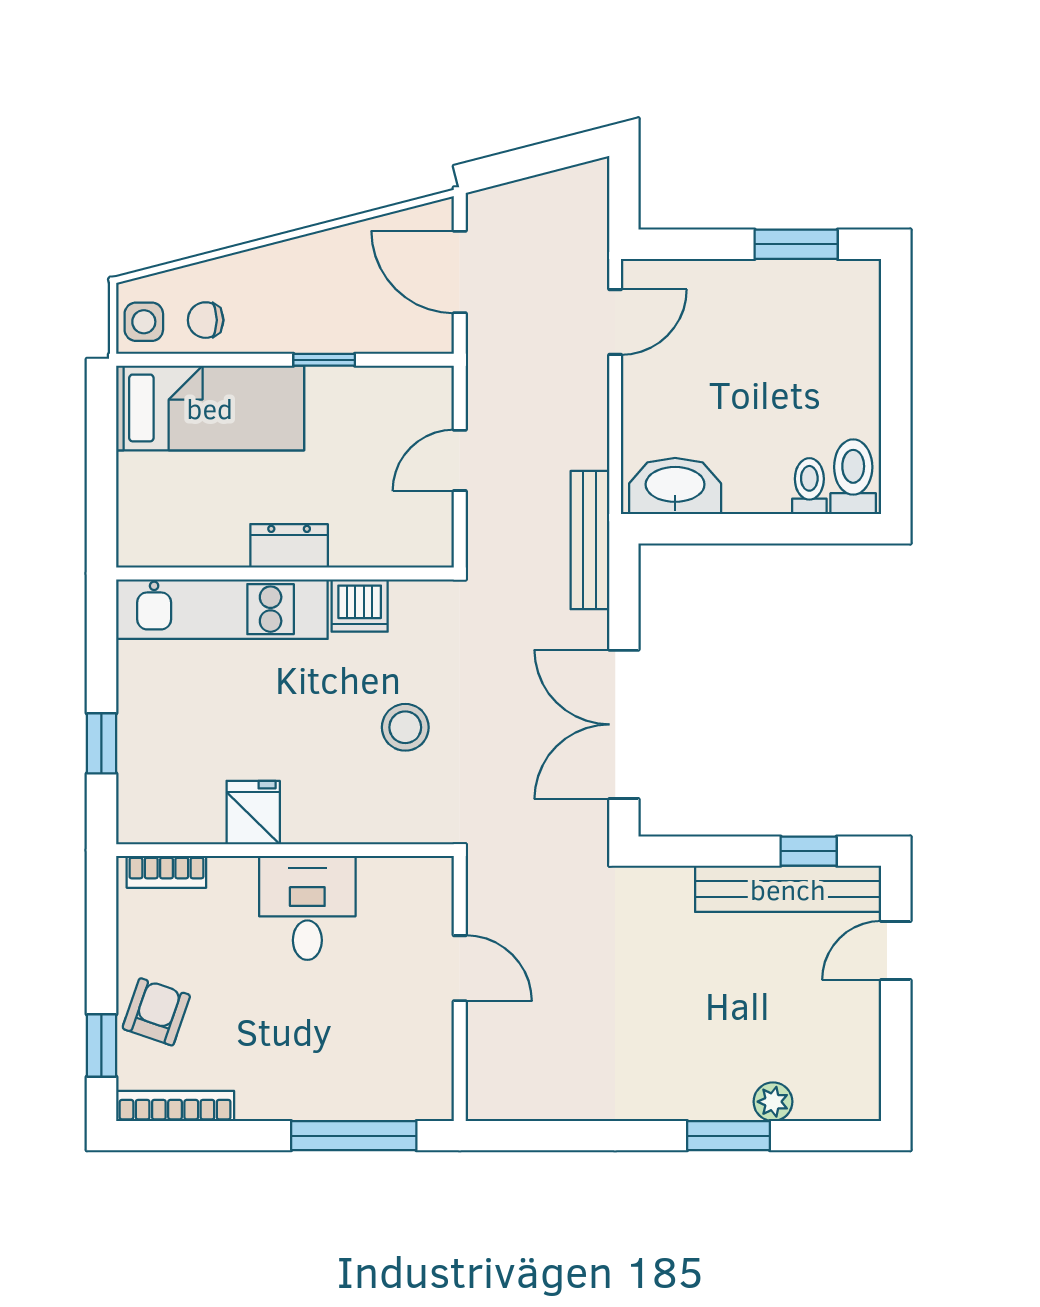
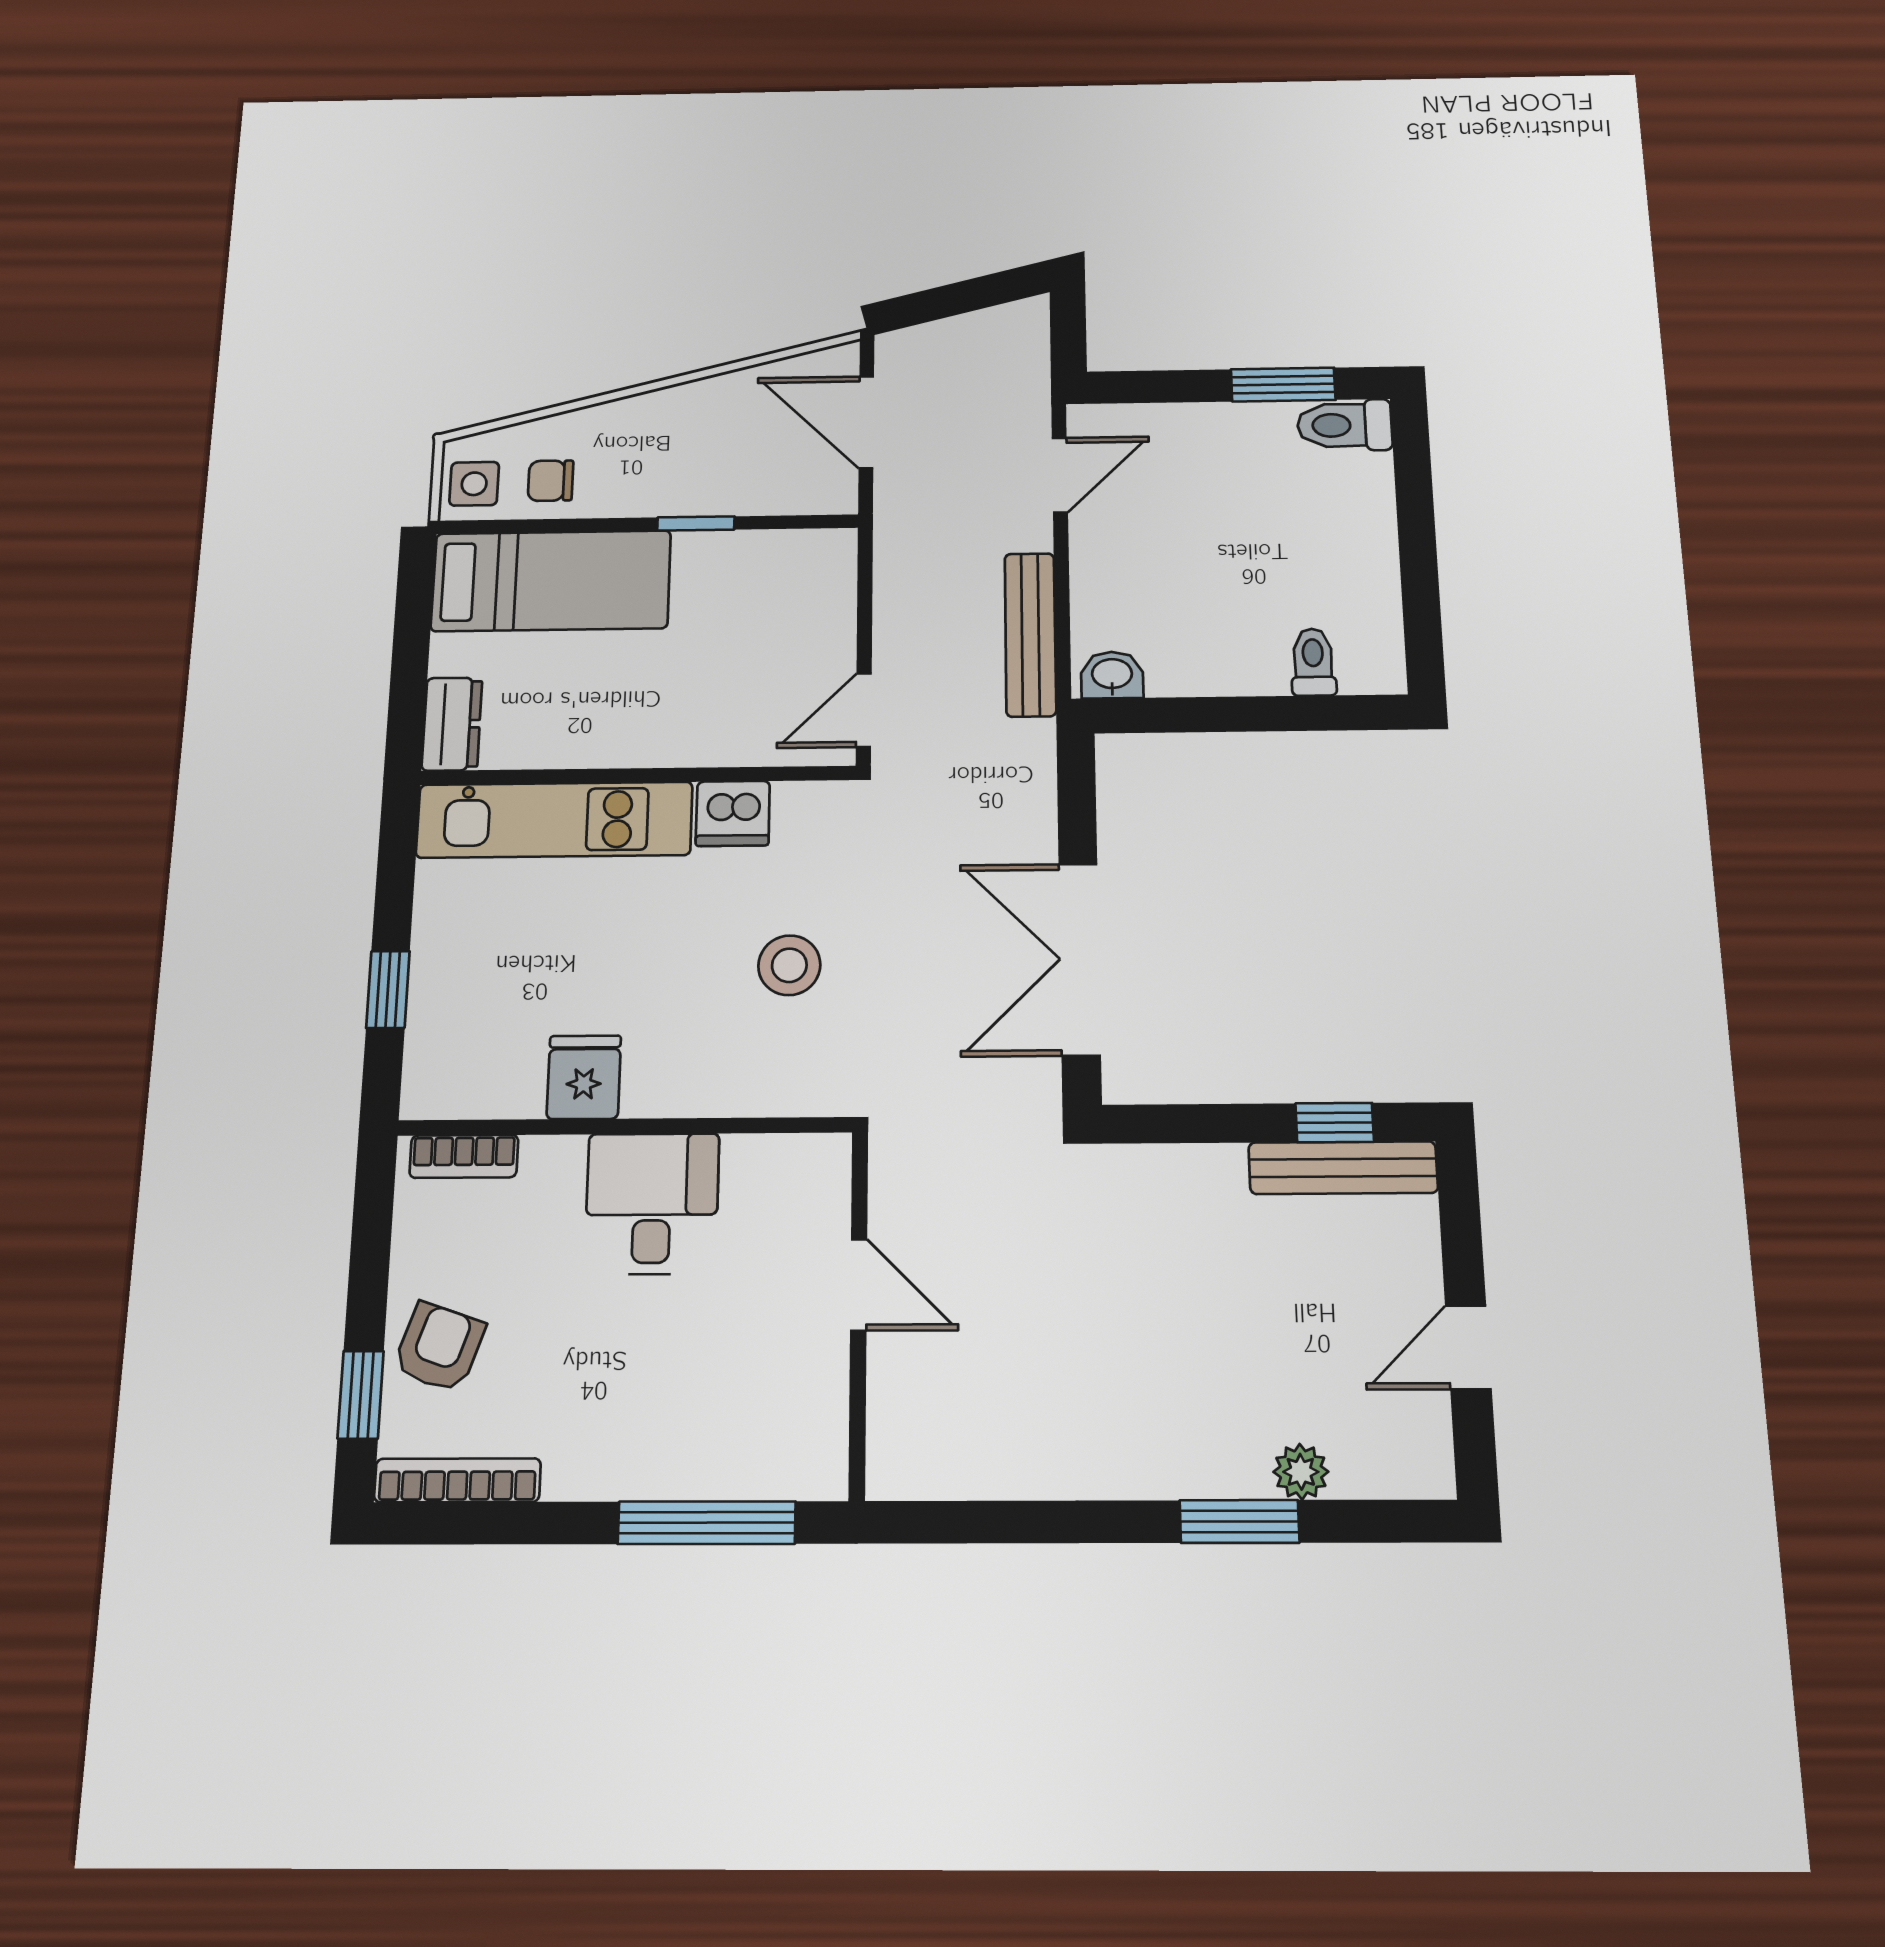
door: (460, 460) -> (864, 710), moved
toilet: (853, 477) -> (1345, 425), moved, turned -90
washbasin: (675, 486) -> (1112, 675), width x0.52, depth x0.69
bench: (590, 540) -> (1030, 634), moved
dresser: (289, 546) -> (452, 724), moved, turned 90
bench: (788, 889) -> (1343, 1168), width x0.73, depth x0.82
door: (896, 950) -> (1468, 1347), moved

